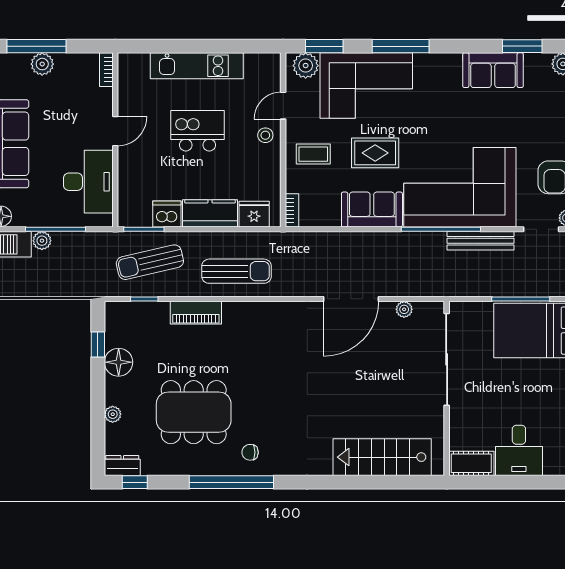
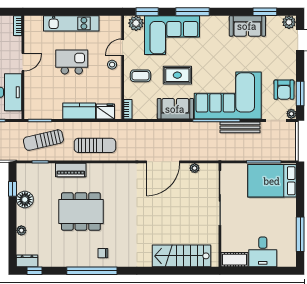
dishwasher: (167, 214) -> (54, 111), removed
dining table: (194, 412) -> (81, 211), moved

